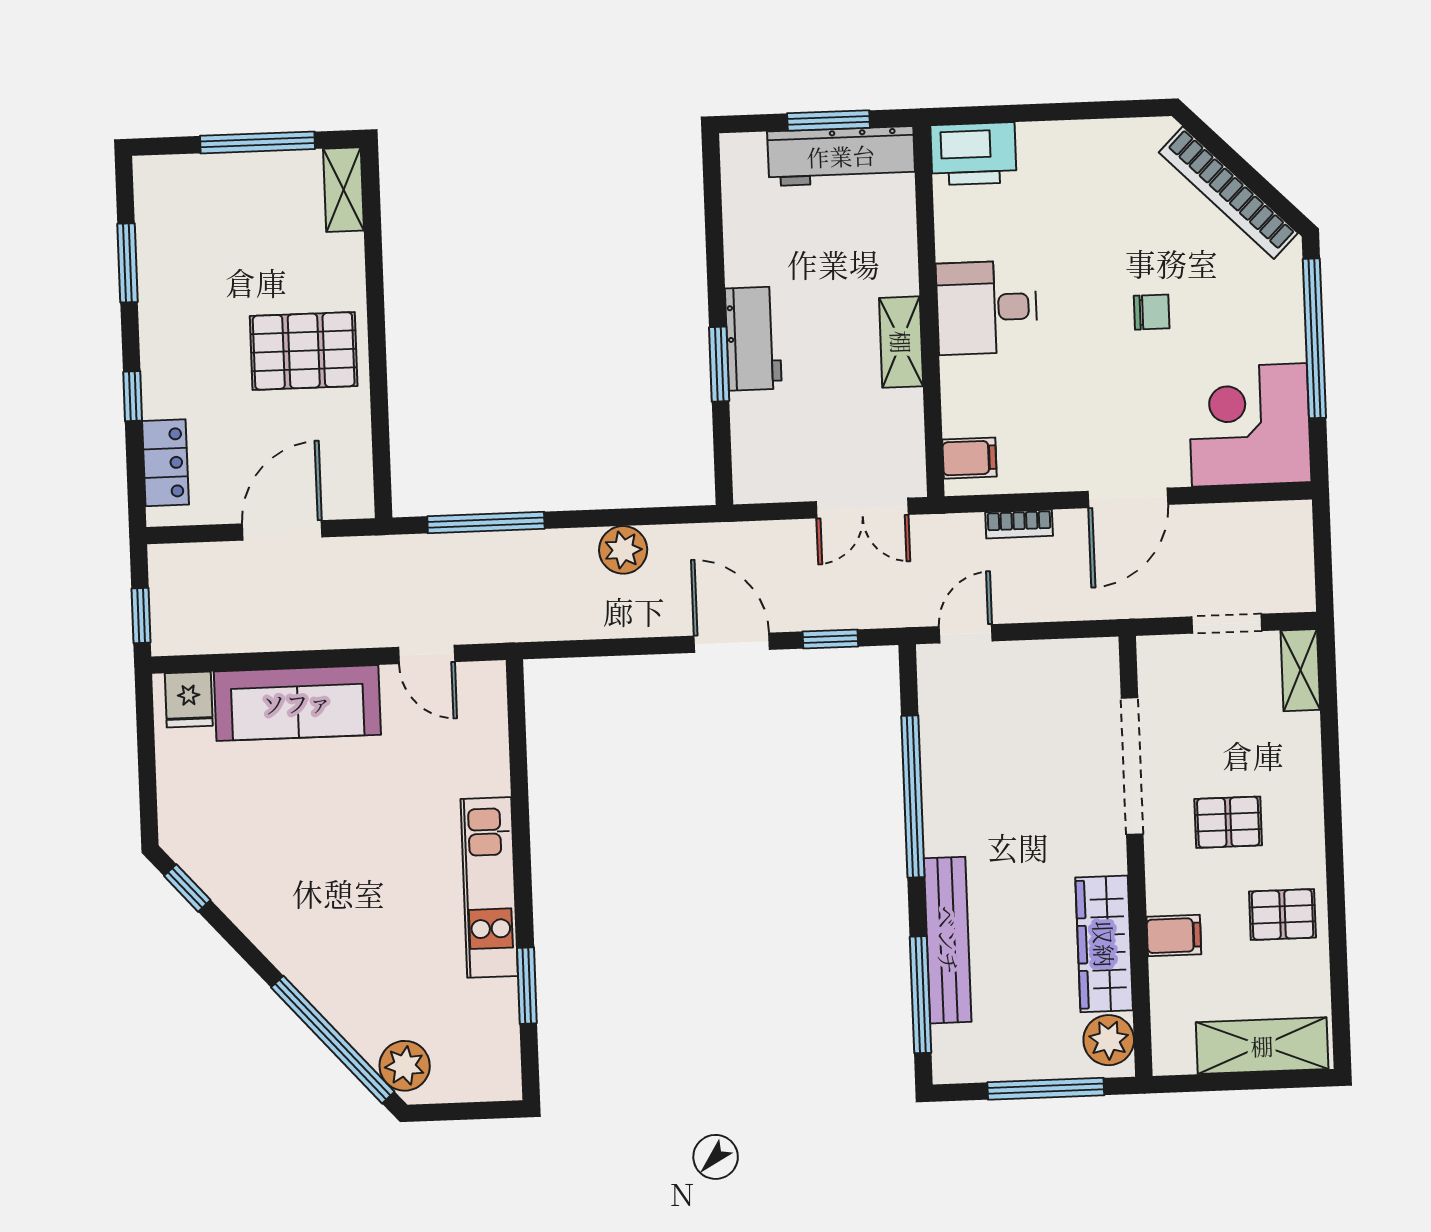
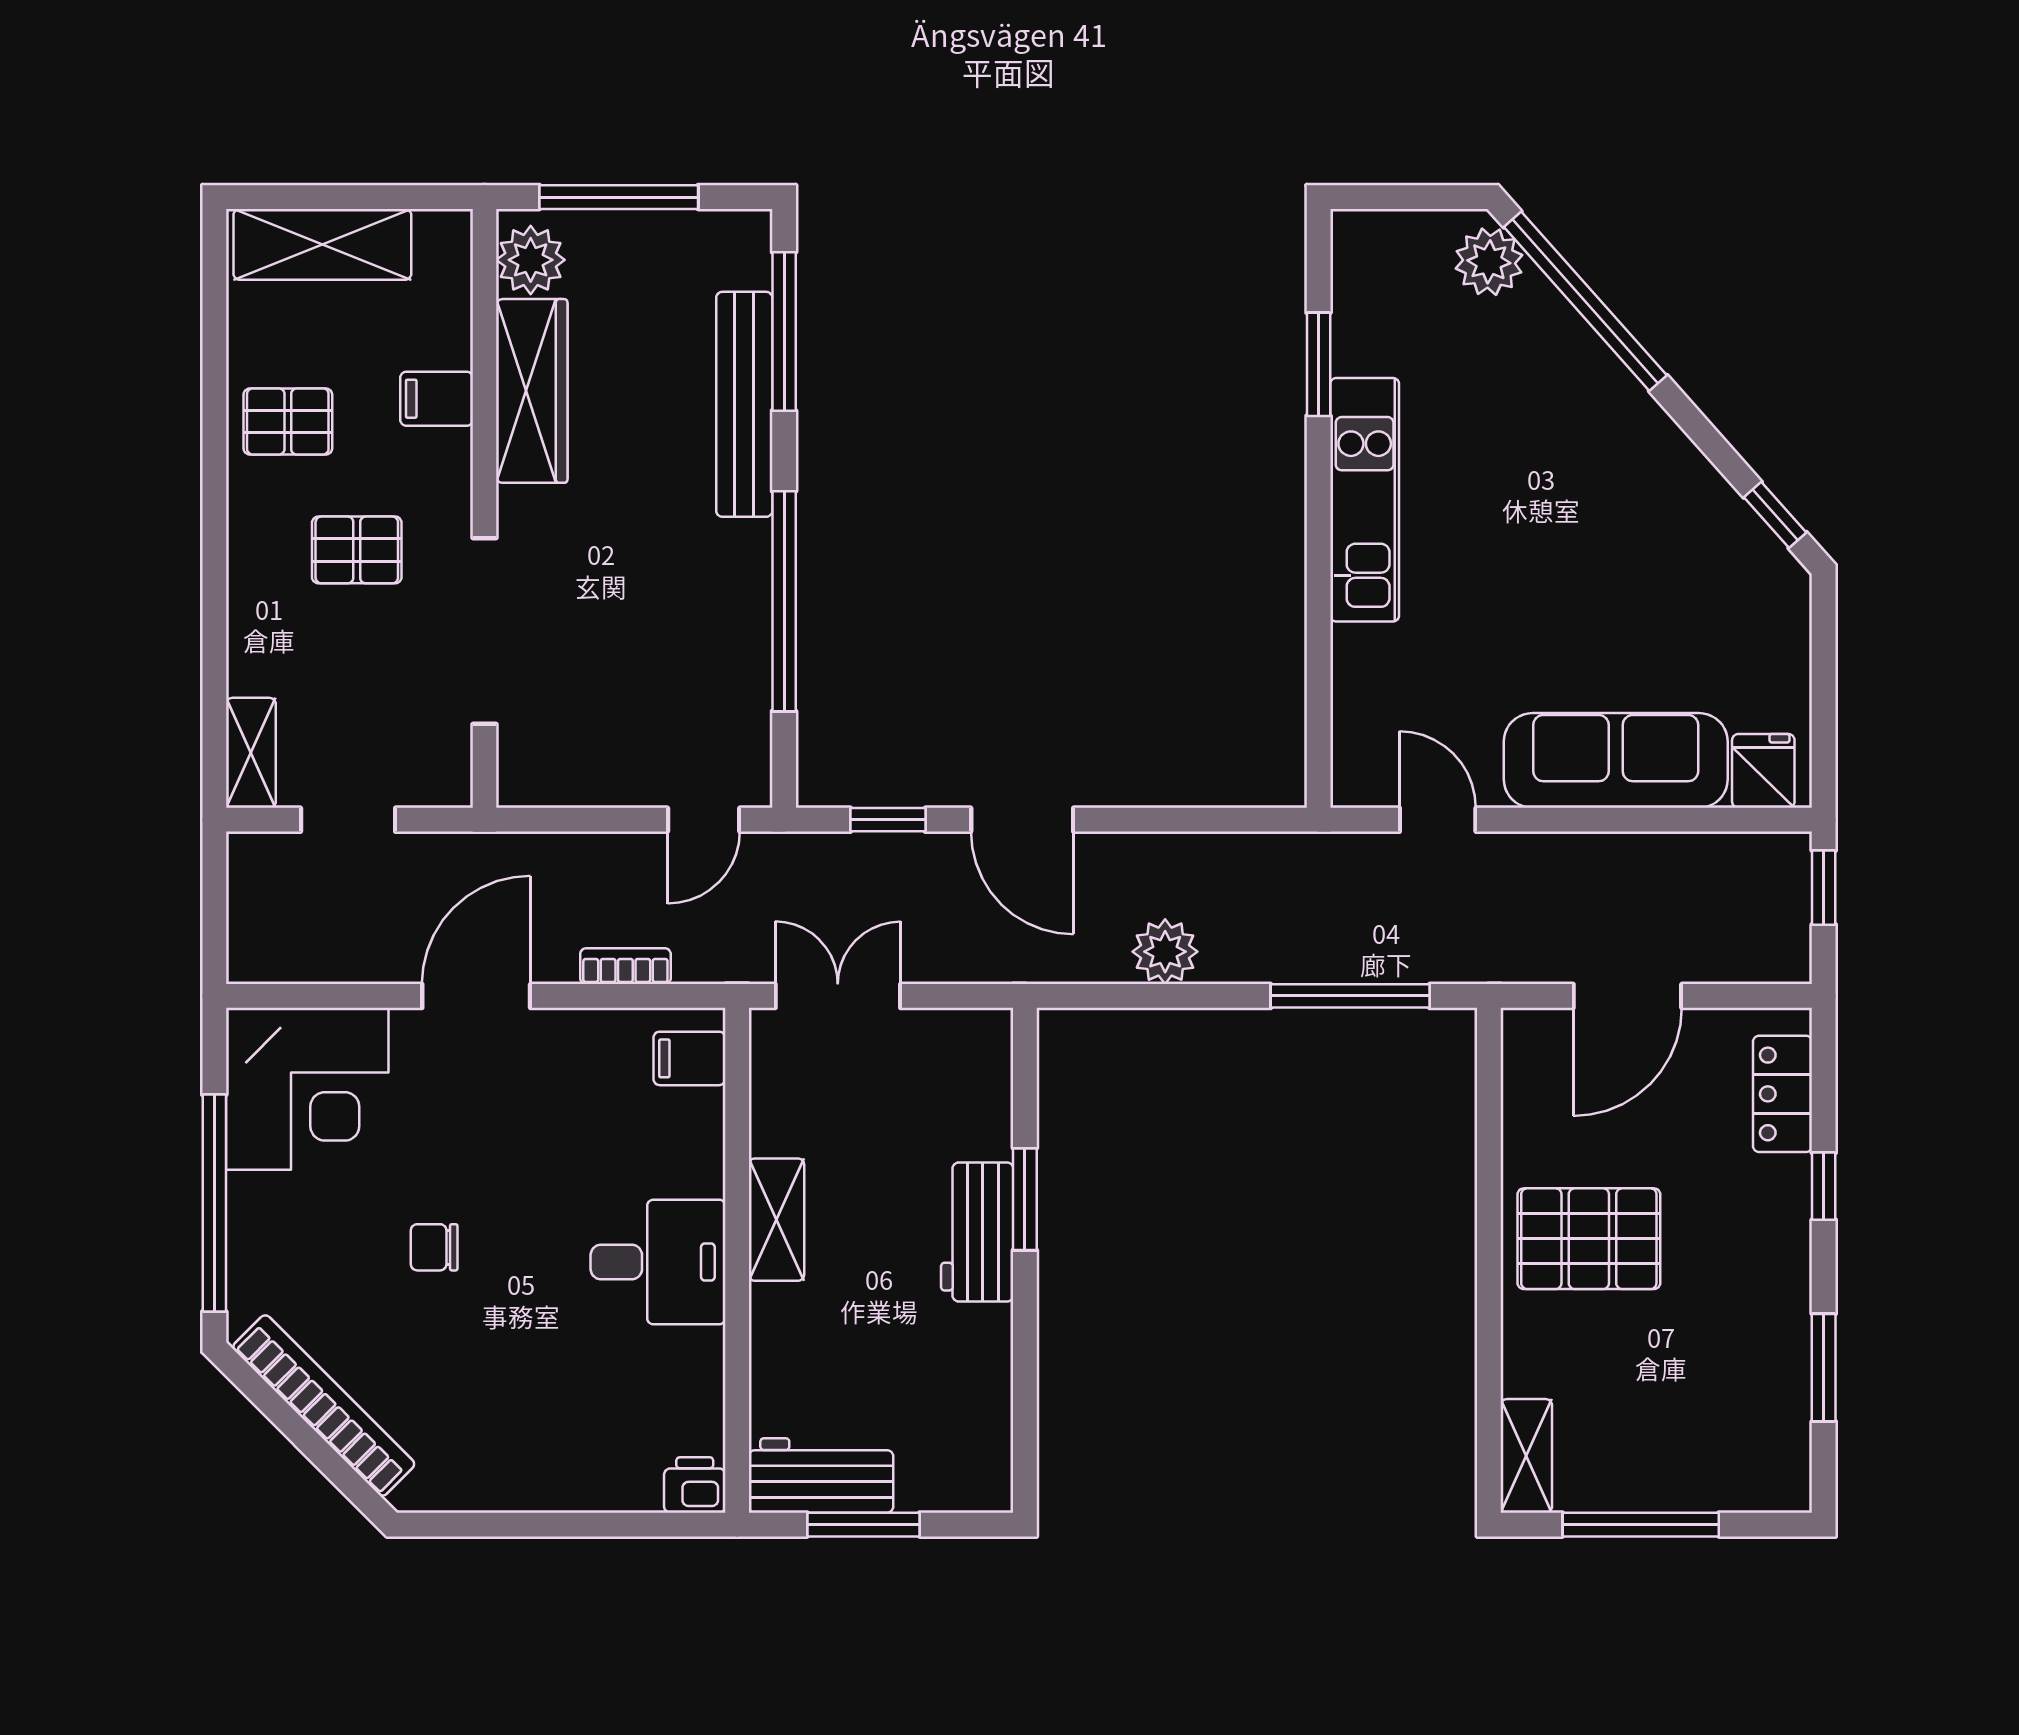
printer: (973, 154) -> (695, 1485), width x0.53, depth x0.68
workbench: (841, 156) -> (821, 1476), width x0.73

